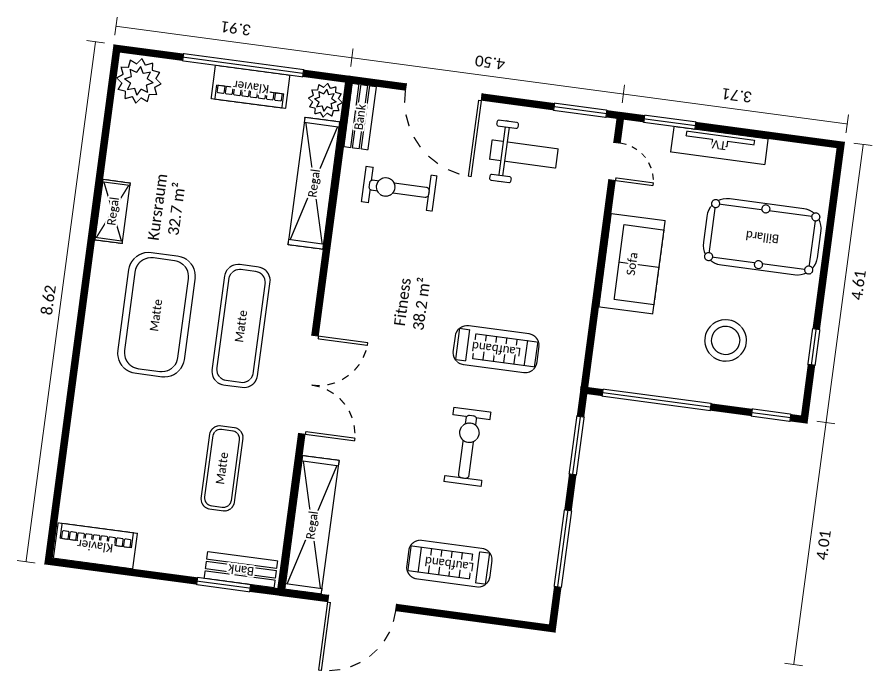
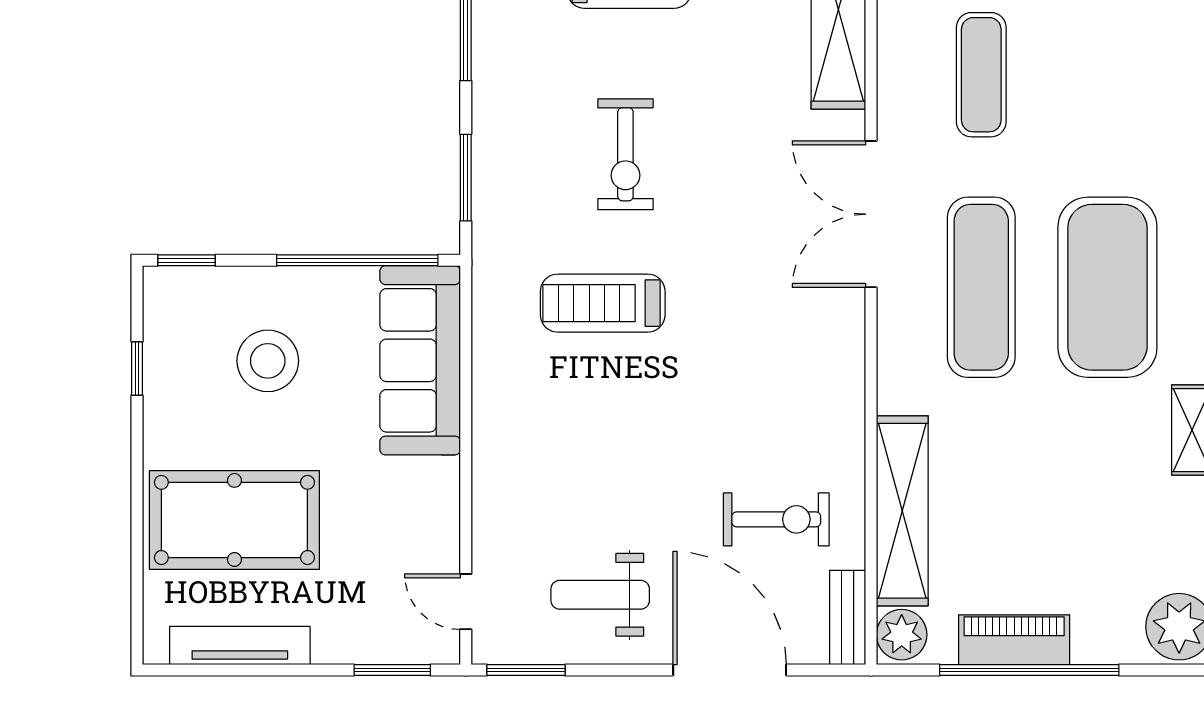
tv unit: (719, 145) -> (240, 646), moved
sofa: (632, 264) -> (420, 360), moved, width x1.36

